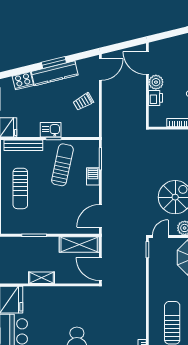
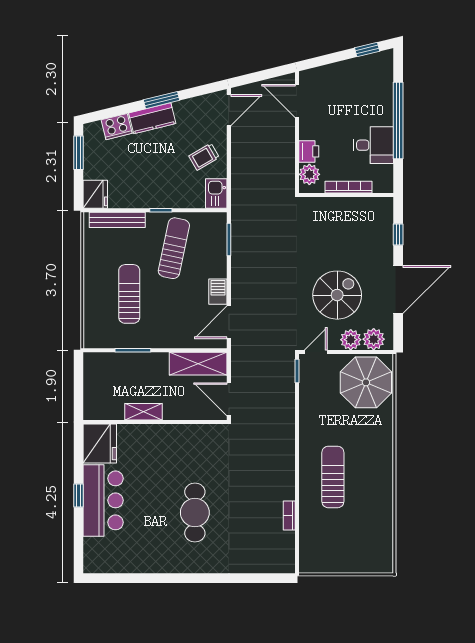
kitchen counter: (55, 73) -> (152, 118), width x0.67
plant: (156, 82) -> (309, 174), moved
kitchen sink: (51, 130) -> (216, 193), moved, turned -90
barbecue: (93, 176) -> (218, 292), moved
sun lounger: (20, 188) -> (129, 294), moved, turned 180

